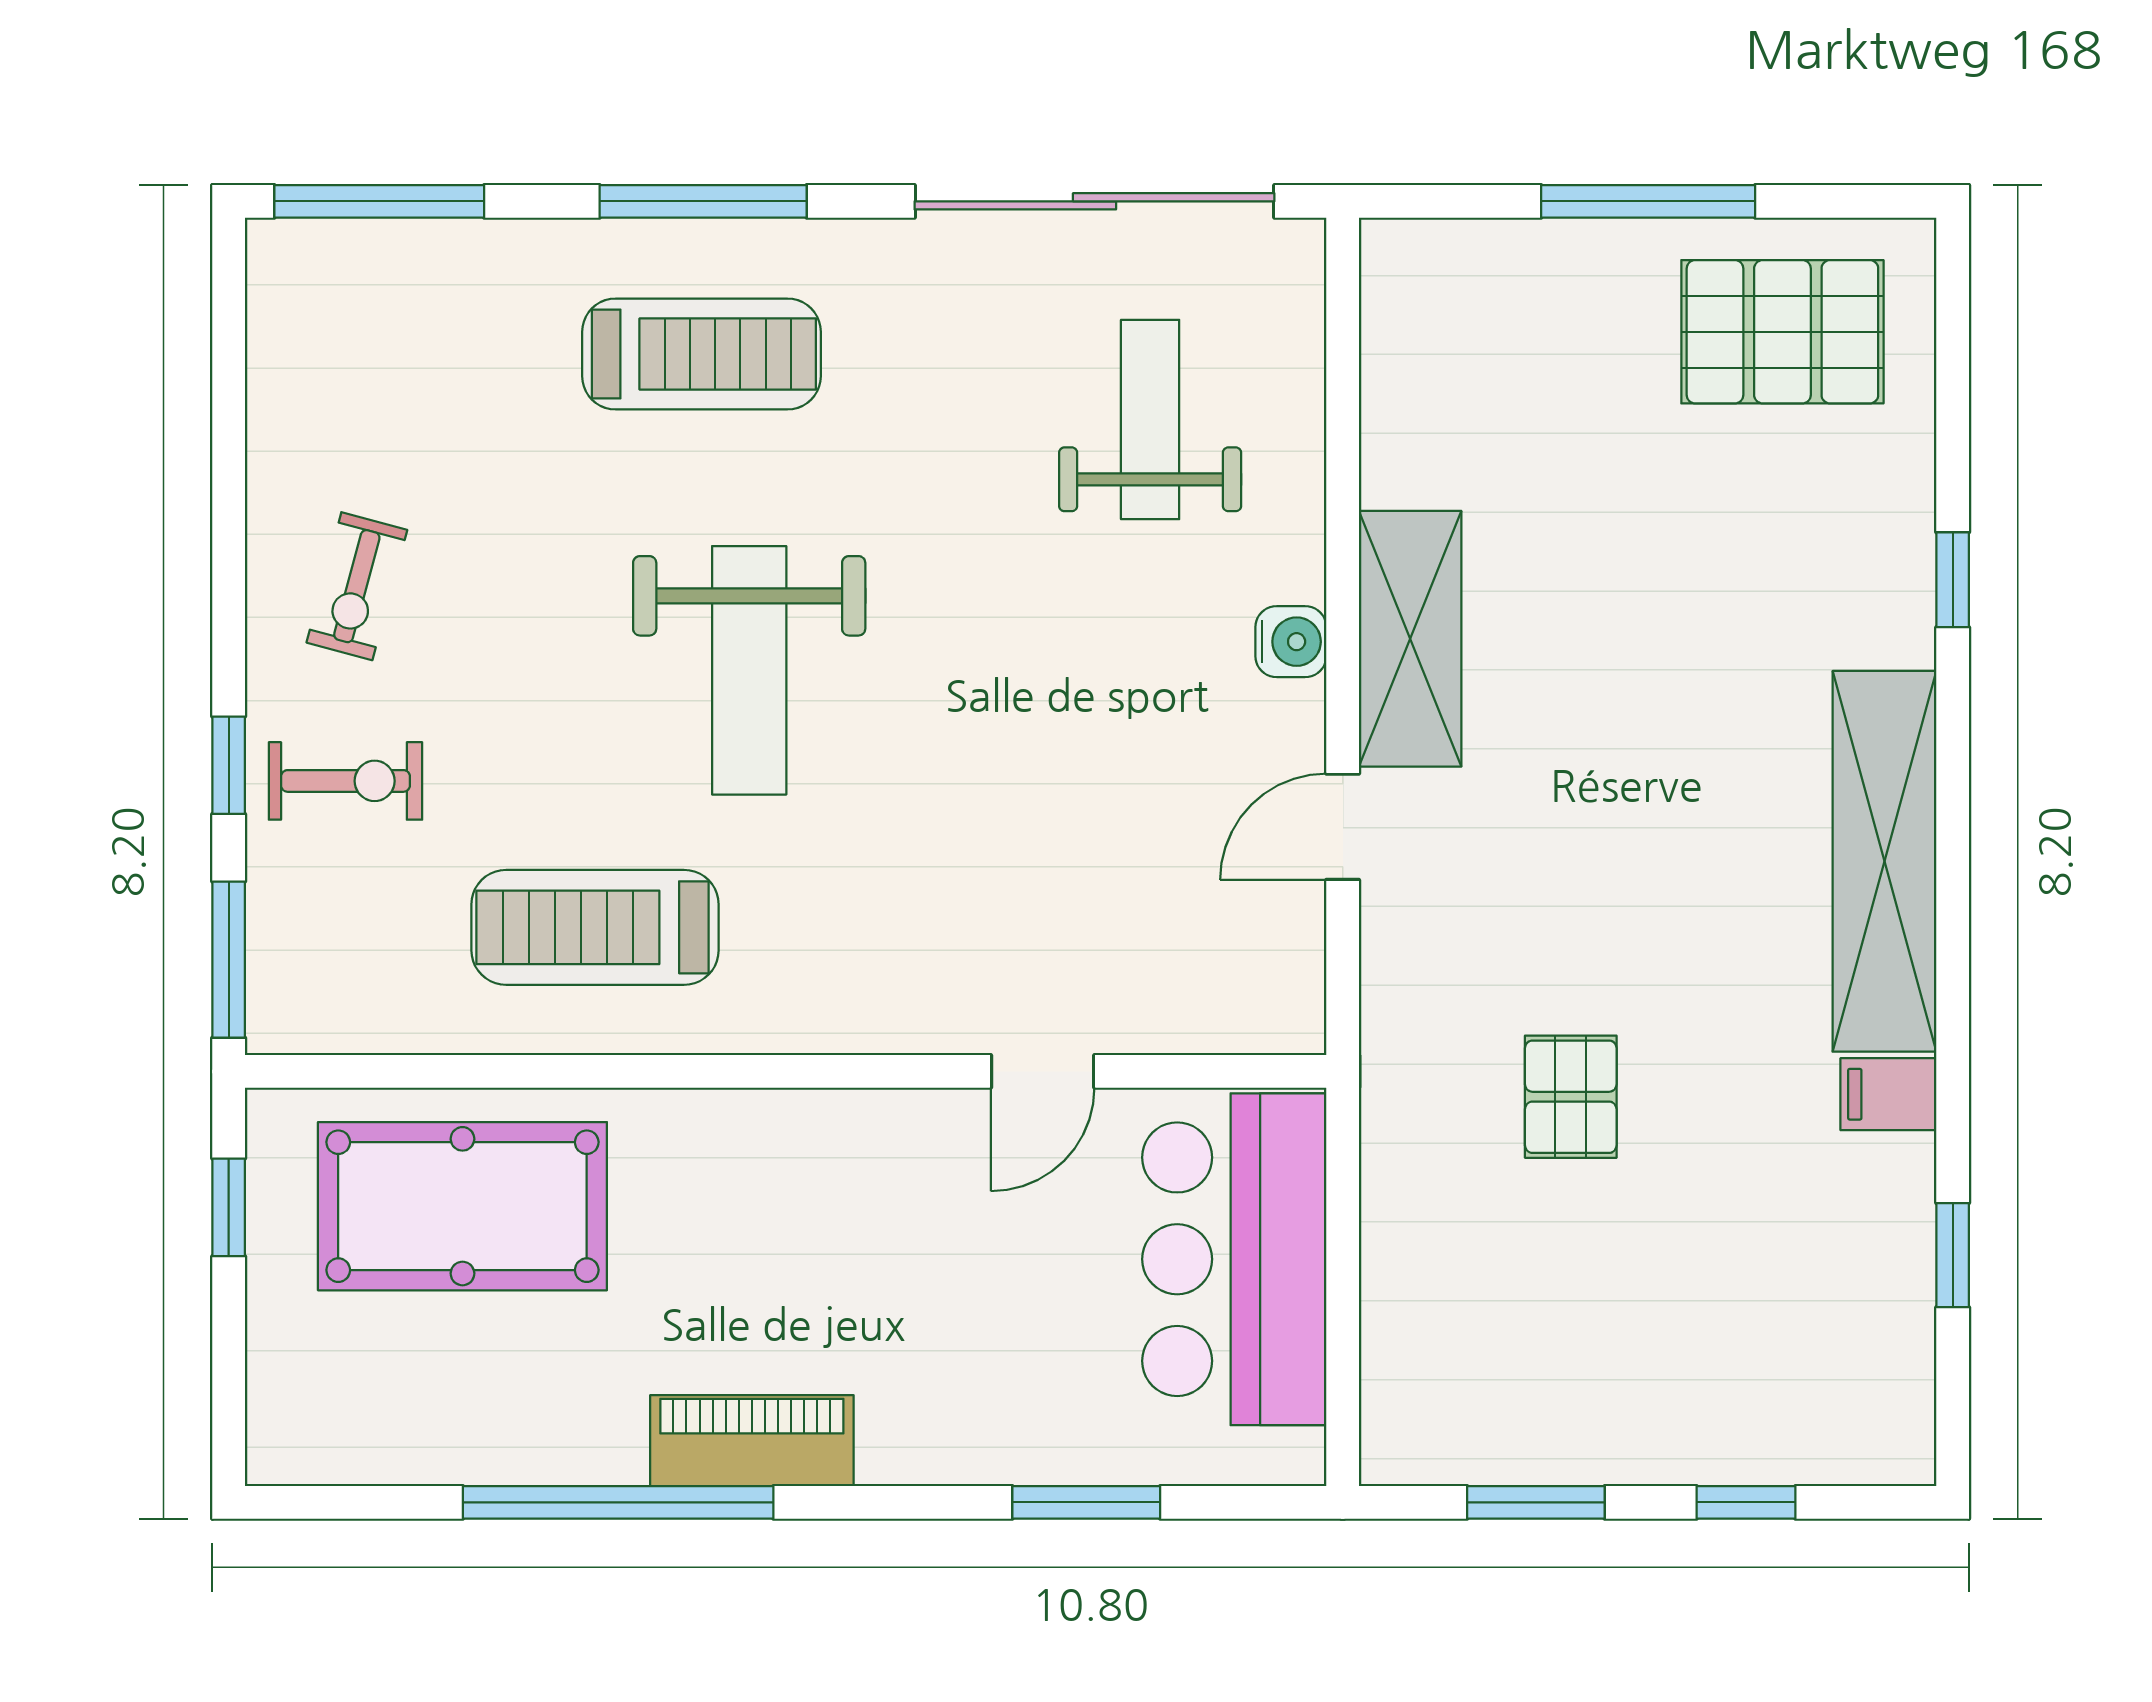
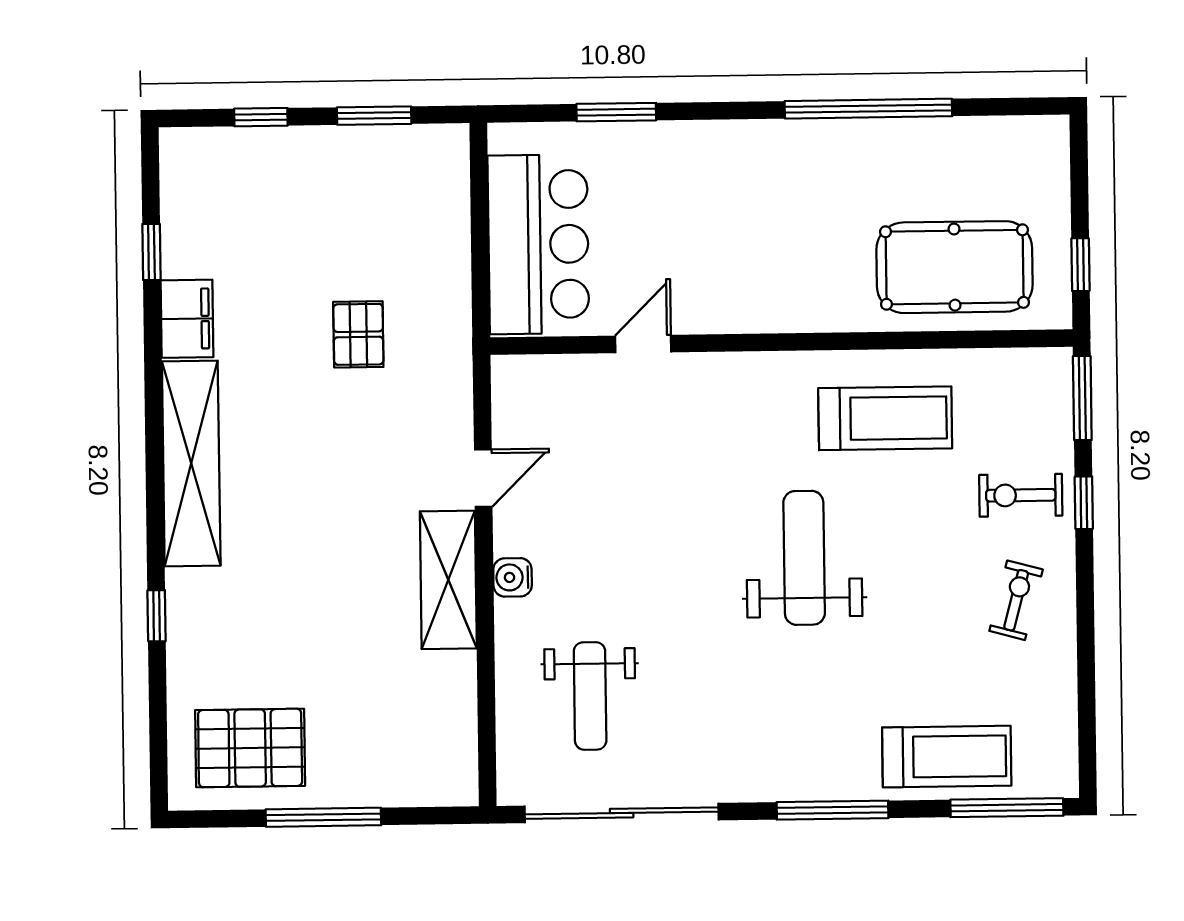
treadmill: (701, 354) -> (947, 757), moved, turned 180
filing cabinet: (1888, 1094) -> (187, 319), width x2.00
piano: (752, 1441) -> (797, 143), removed

